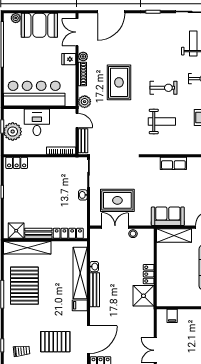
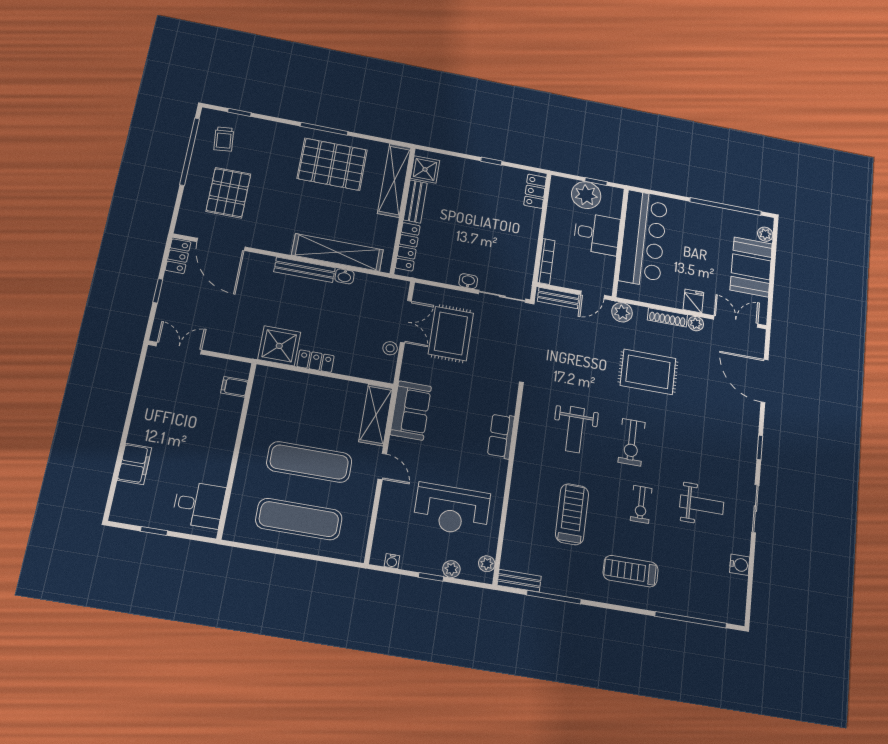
filing cabinet: (80, 305) -> (283, 242), removed

